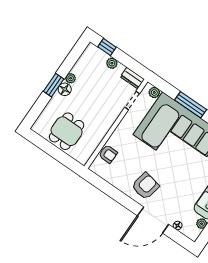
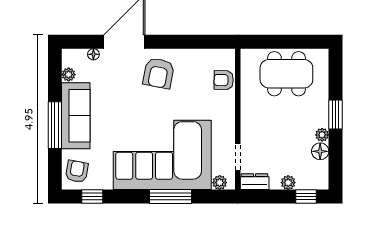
floor lamp: (65, 89) -> (320, 151), moved
dining table: (67, 131) -> (286, 74), width x1.38

